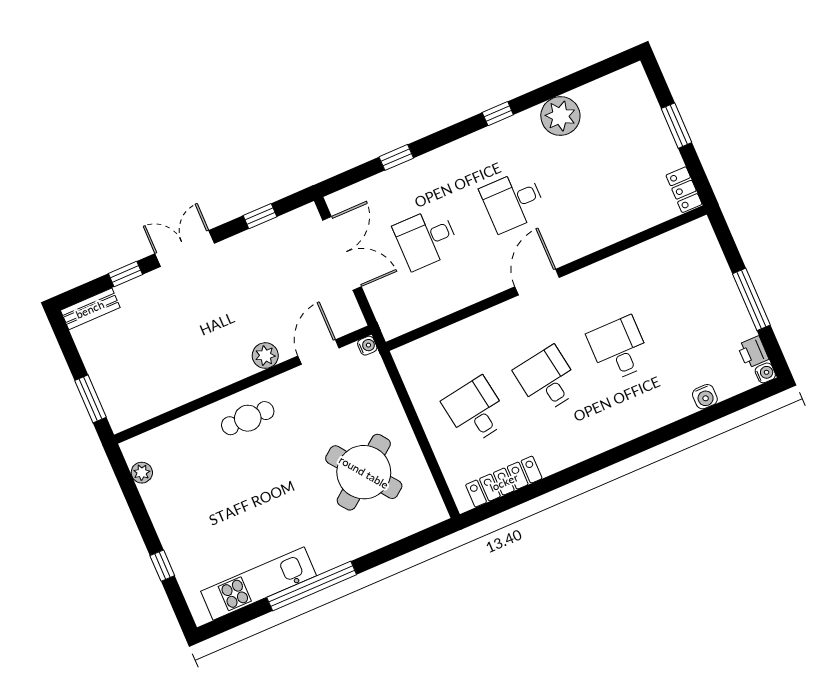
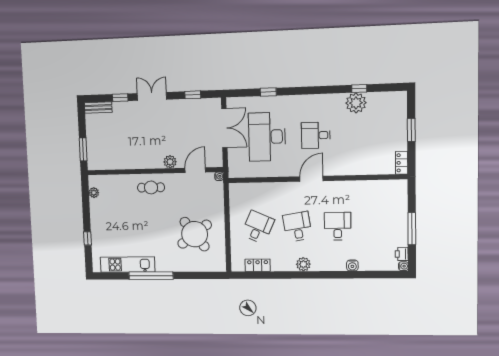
window: (498, 114) -> (359, 89), moved
desk: (426, 239) -> (267, 137), width x1.87, depth x1.30
water cooler: (705, 397) -> (352, 265), moved
desk: (476, 411) -> (258, 227), turned 33
plant: (586, 444) -> (303, 264), added
locker: (504, 482) -> (258, 265), width x0.66

